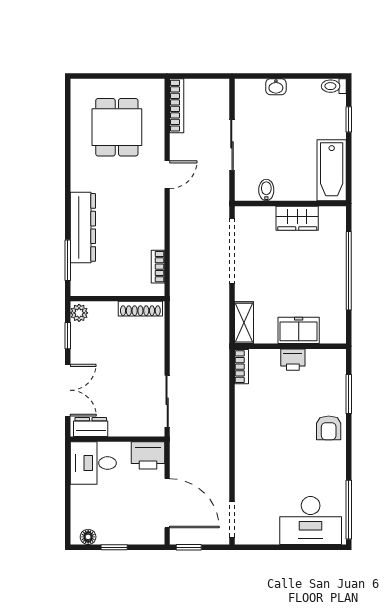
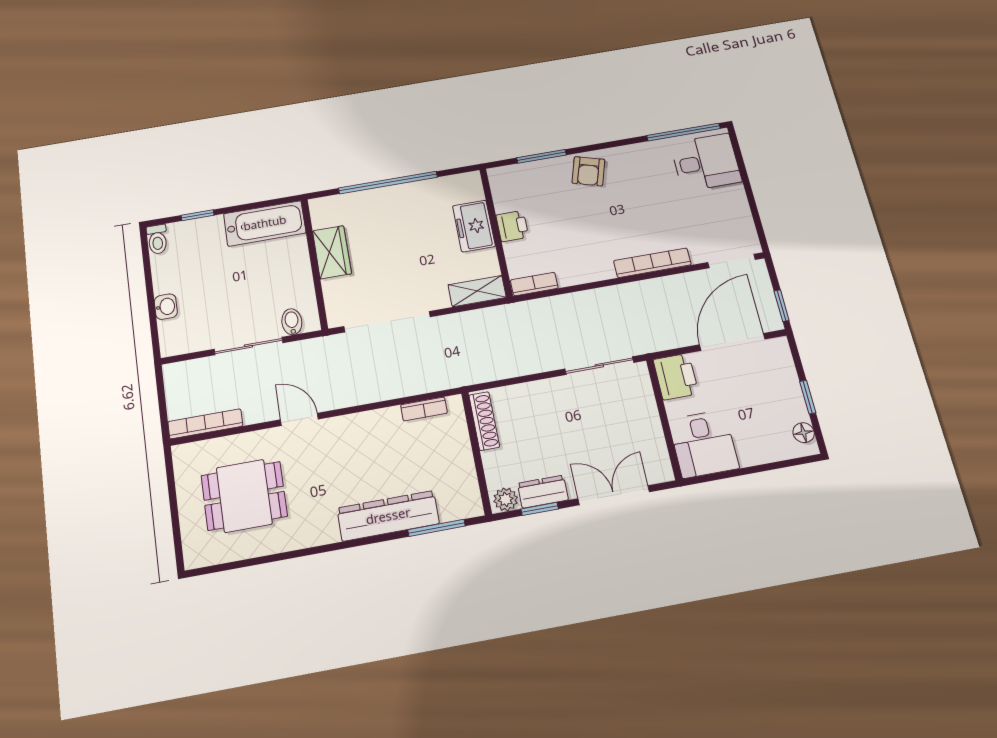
bidet: (266, 190) -> (292, 322), moved, turned 90
dresser: (91, 427) -> (543, 492), moved, turned 90
armchair: (329, 428) -> (588, 171), turned 107
bookcase: (242, 459) -> (652, 263), added
desk: (311, 520) -> (706, 162), width x0.73

